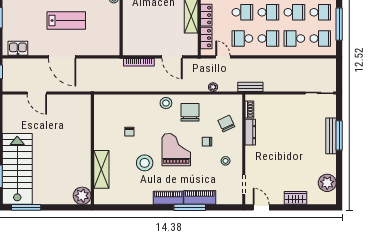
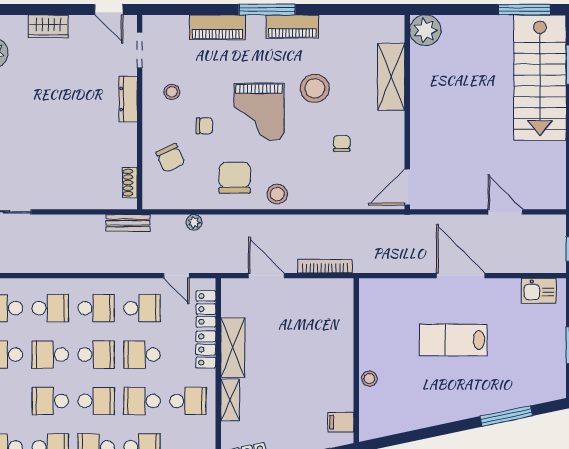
school desk: (268, 12) -> (96, 355), turned 180
school desk: (268, 38) -> (96, 308), turned 180
door: (92, 107) -> (407, 187), added
chair: (190, 112) -> (235, 178), turned 180
dresser: (250, 132) -> (128, 99), moved
piano: (168, 198) -> (292, 27), moved
window: (190, 207) -> (267, 10), moved

